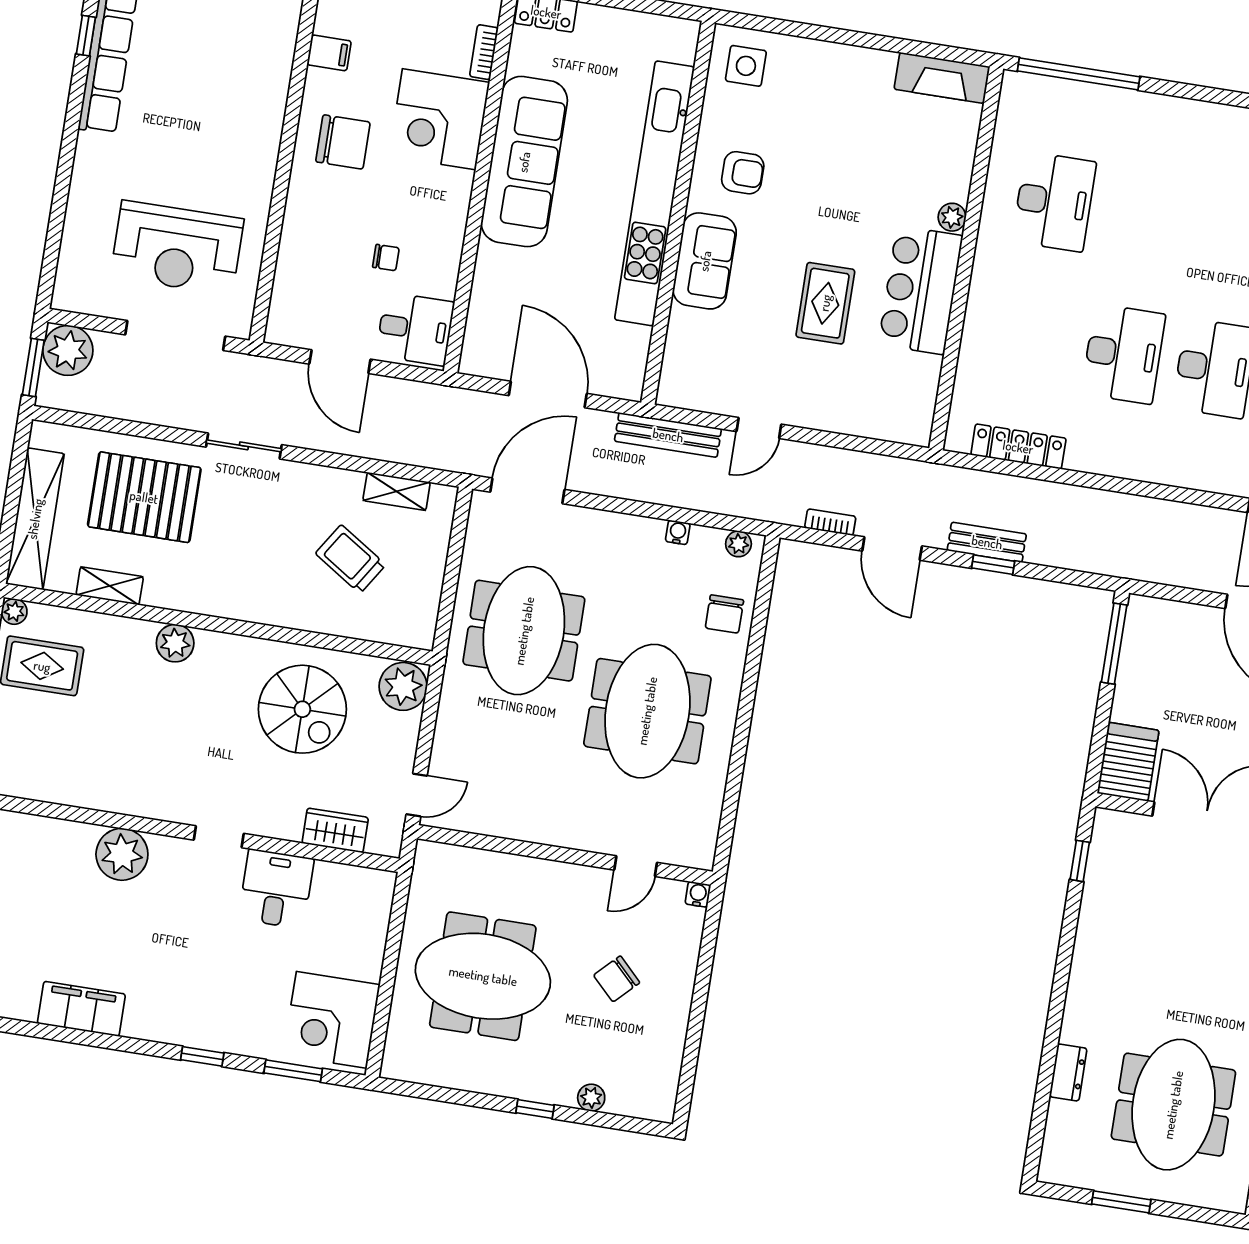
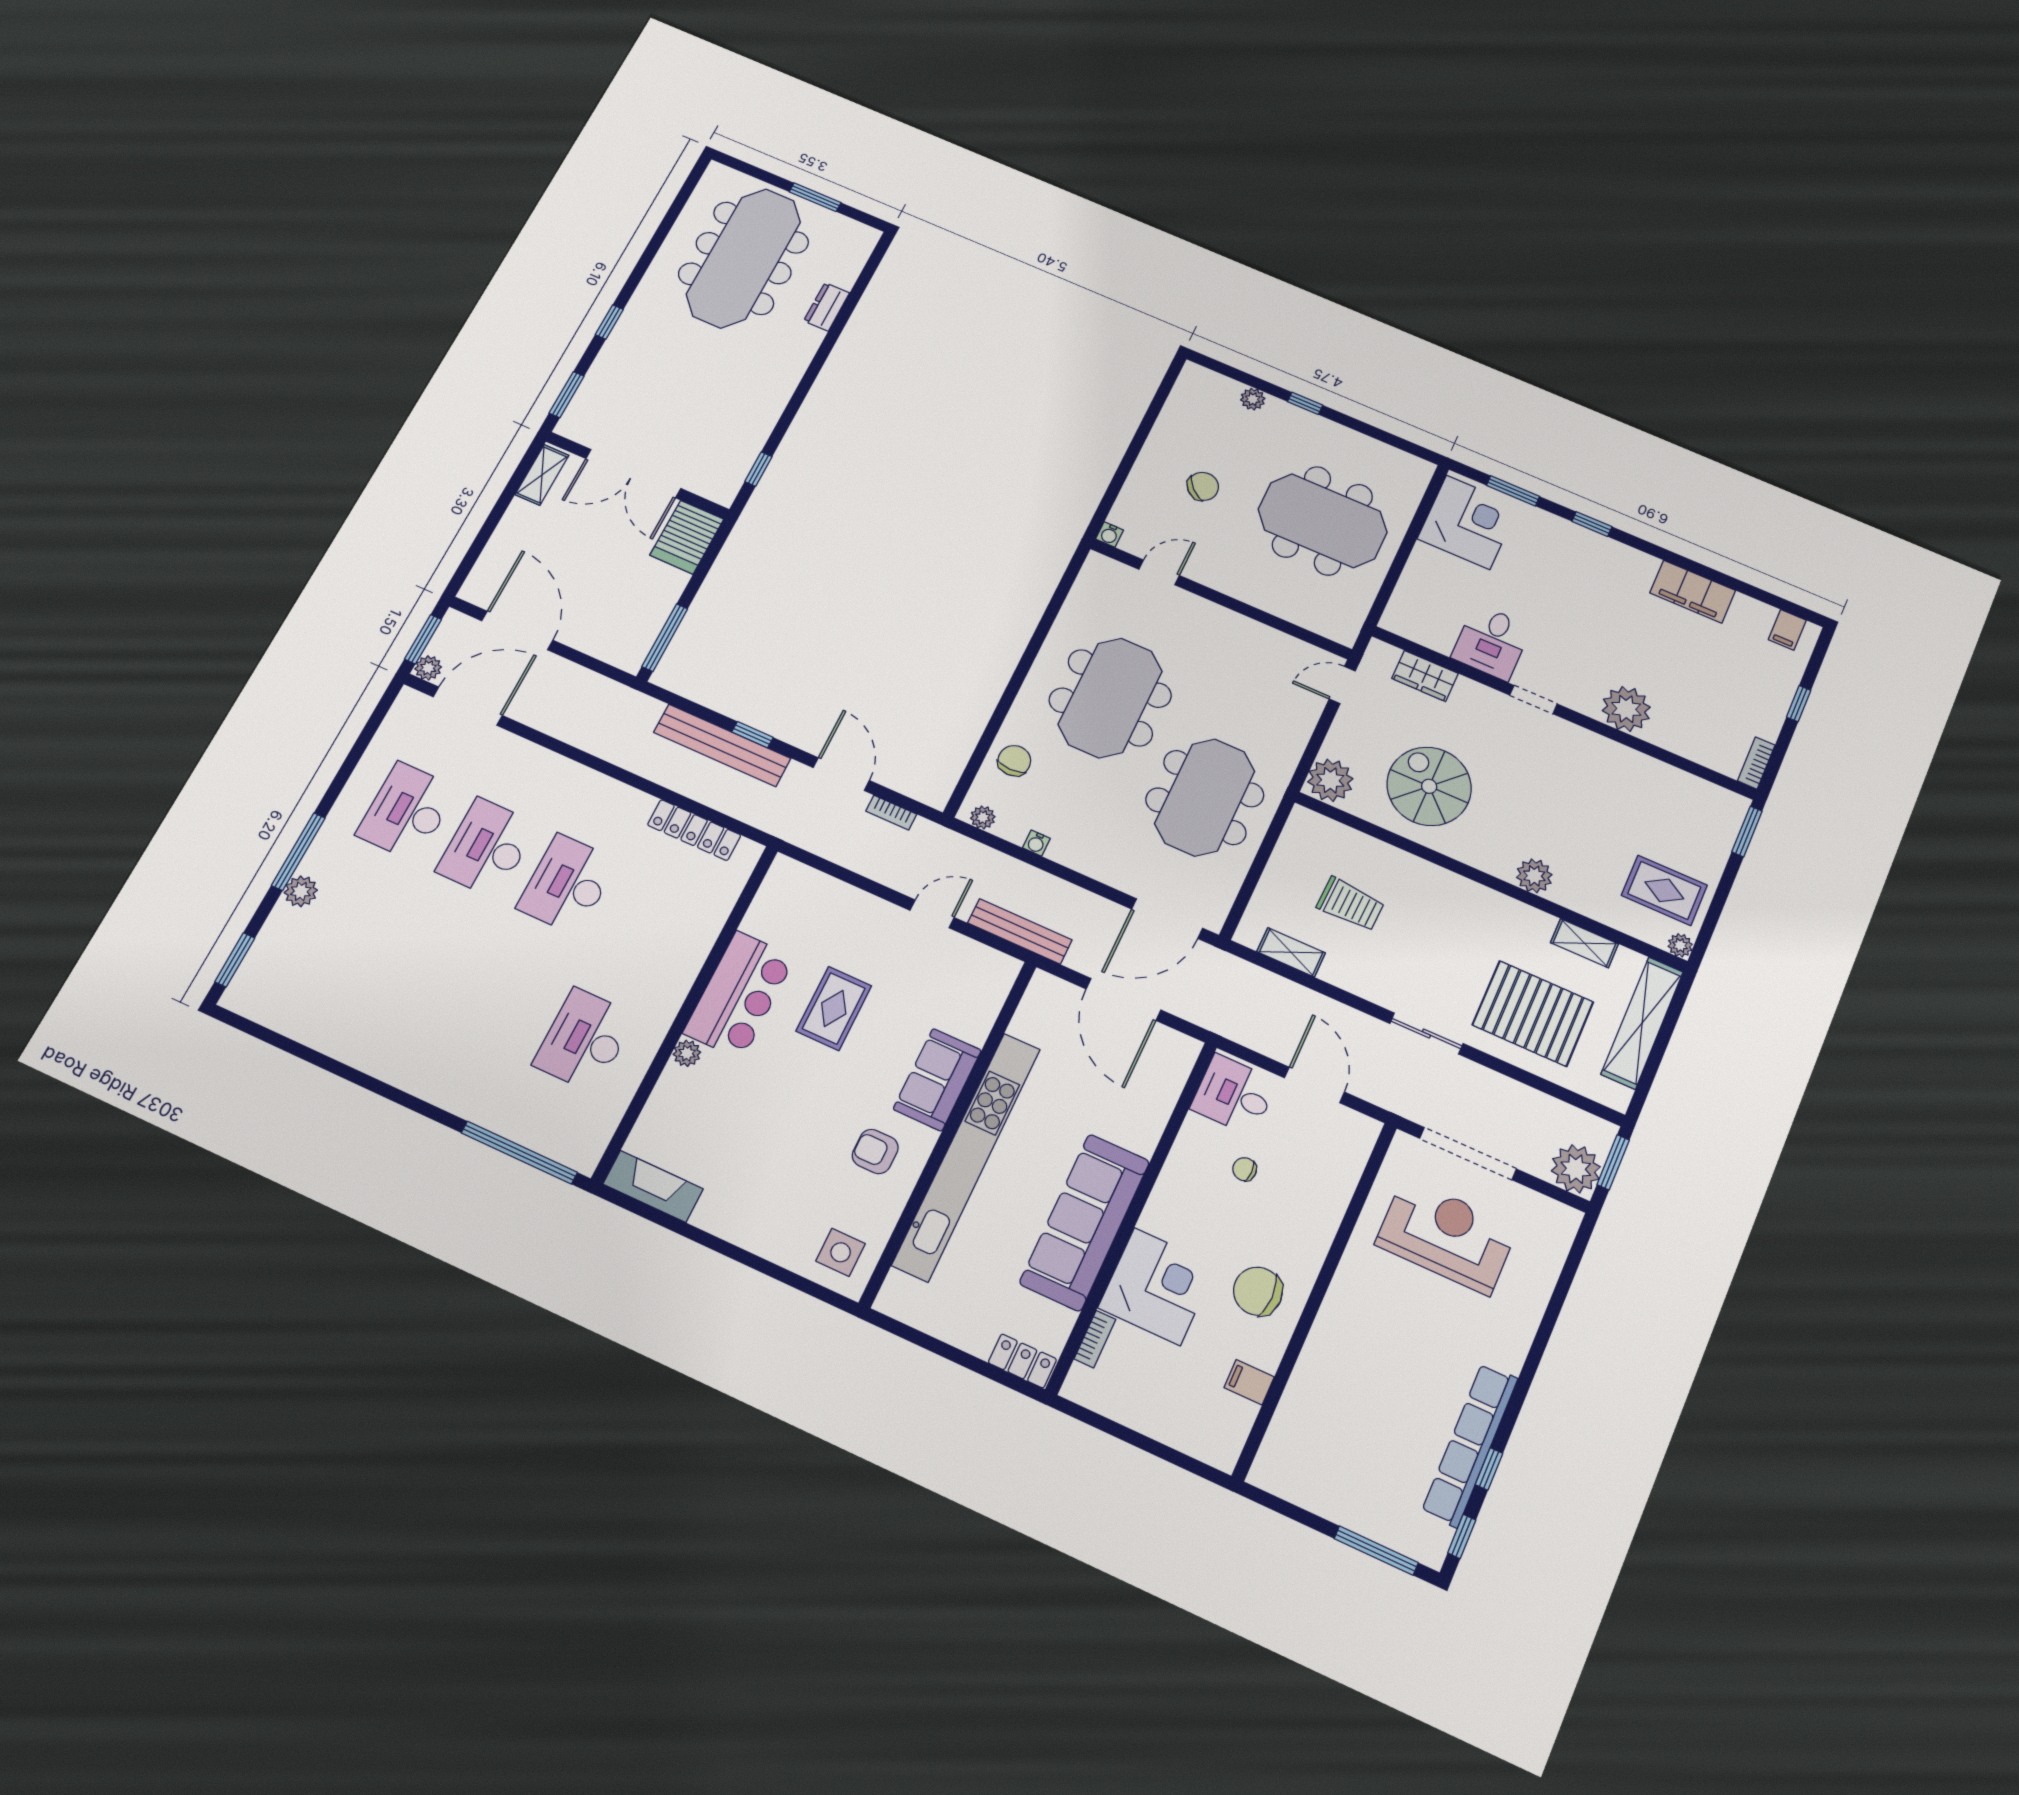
bench: (987, 542) -> (722, 745), width x1.86, depth x1.21
trolley: (351, 559) -> (1350, 904), turned -31
meeting table: (1173, 1105) -> (744, 258), width x1.36

